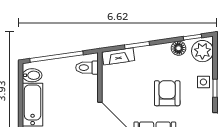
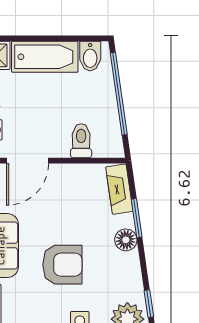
floor lamp: (179, 48) -> (126, 240), moved
toilet: (87, 68) -> (81, 141), moved

